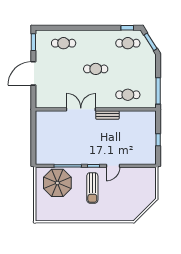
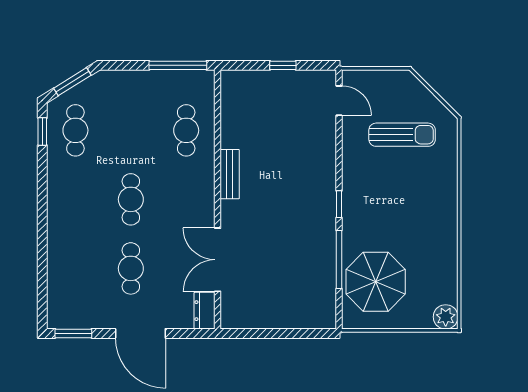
cafe table: (64, 43) -> (131, 268), moved
dresser: (44, 103) -> (205, 311), added
double door: (81, 109) -> (218, 260), moved
door: (113, 166) -> (339, 101), moved
sun lounger: (92, 188) -> (402, 135), moved
plant: (41, 216) -> (446, 317), added

